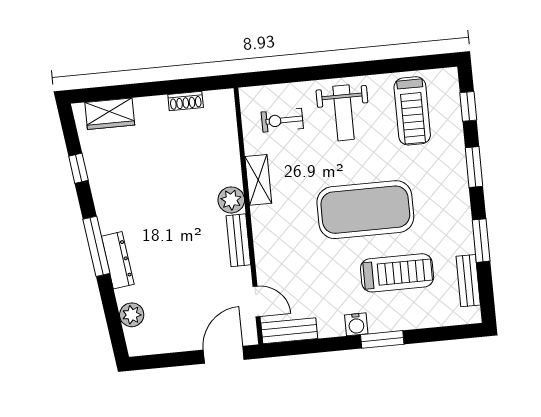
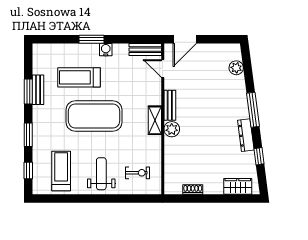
shelving: (258, 180) -> (155, 120), moved
dresser: (118, 260) -> (246, 135), moved
bench: (468, 281) -> (38, 90), moved

